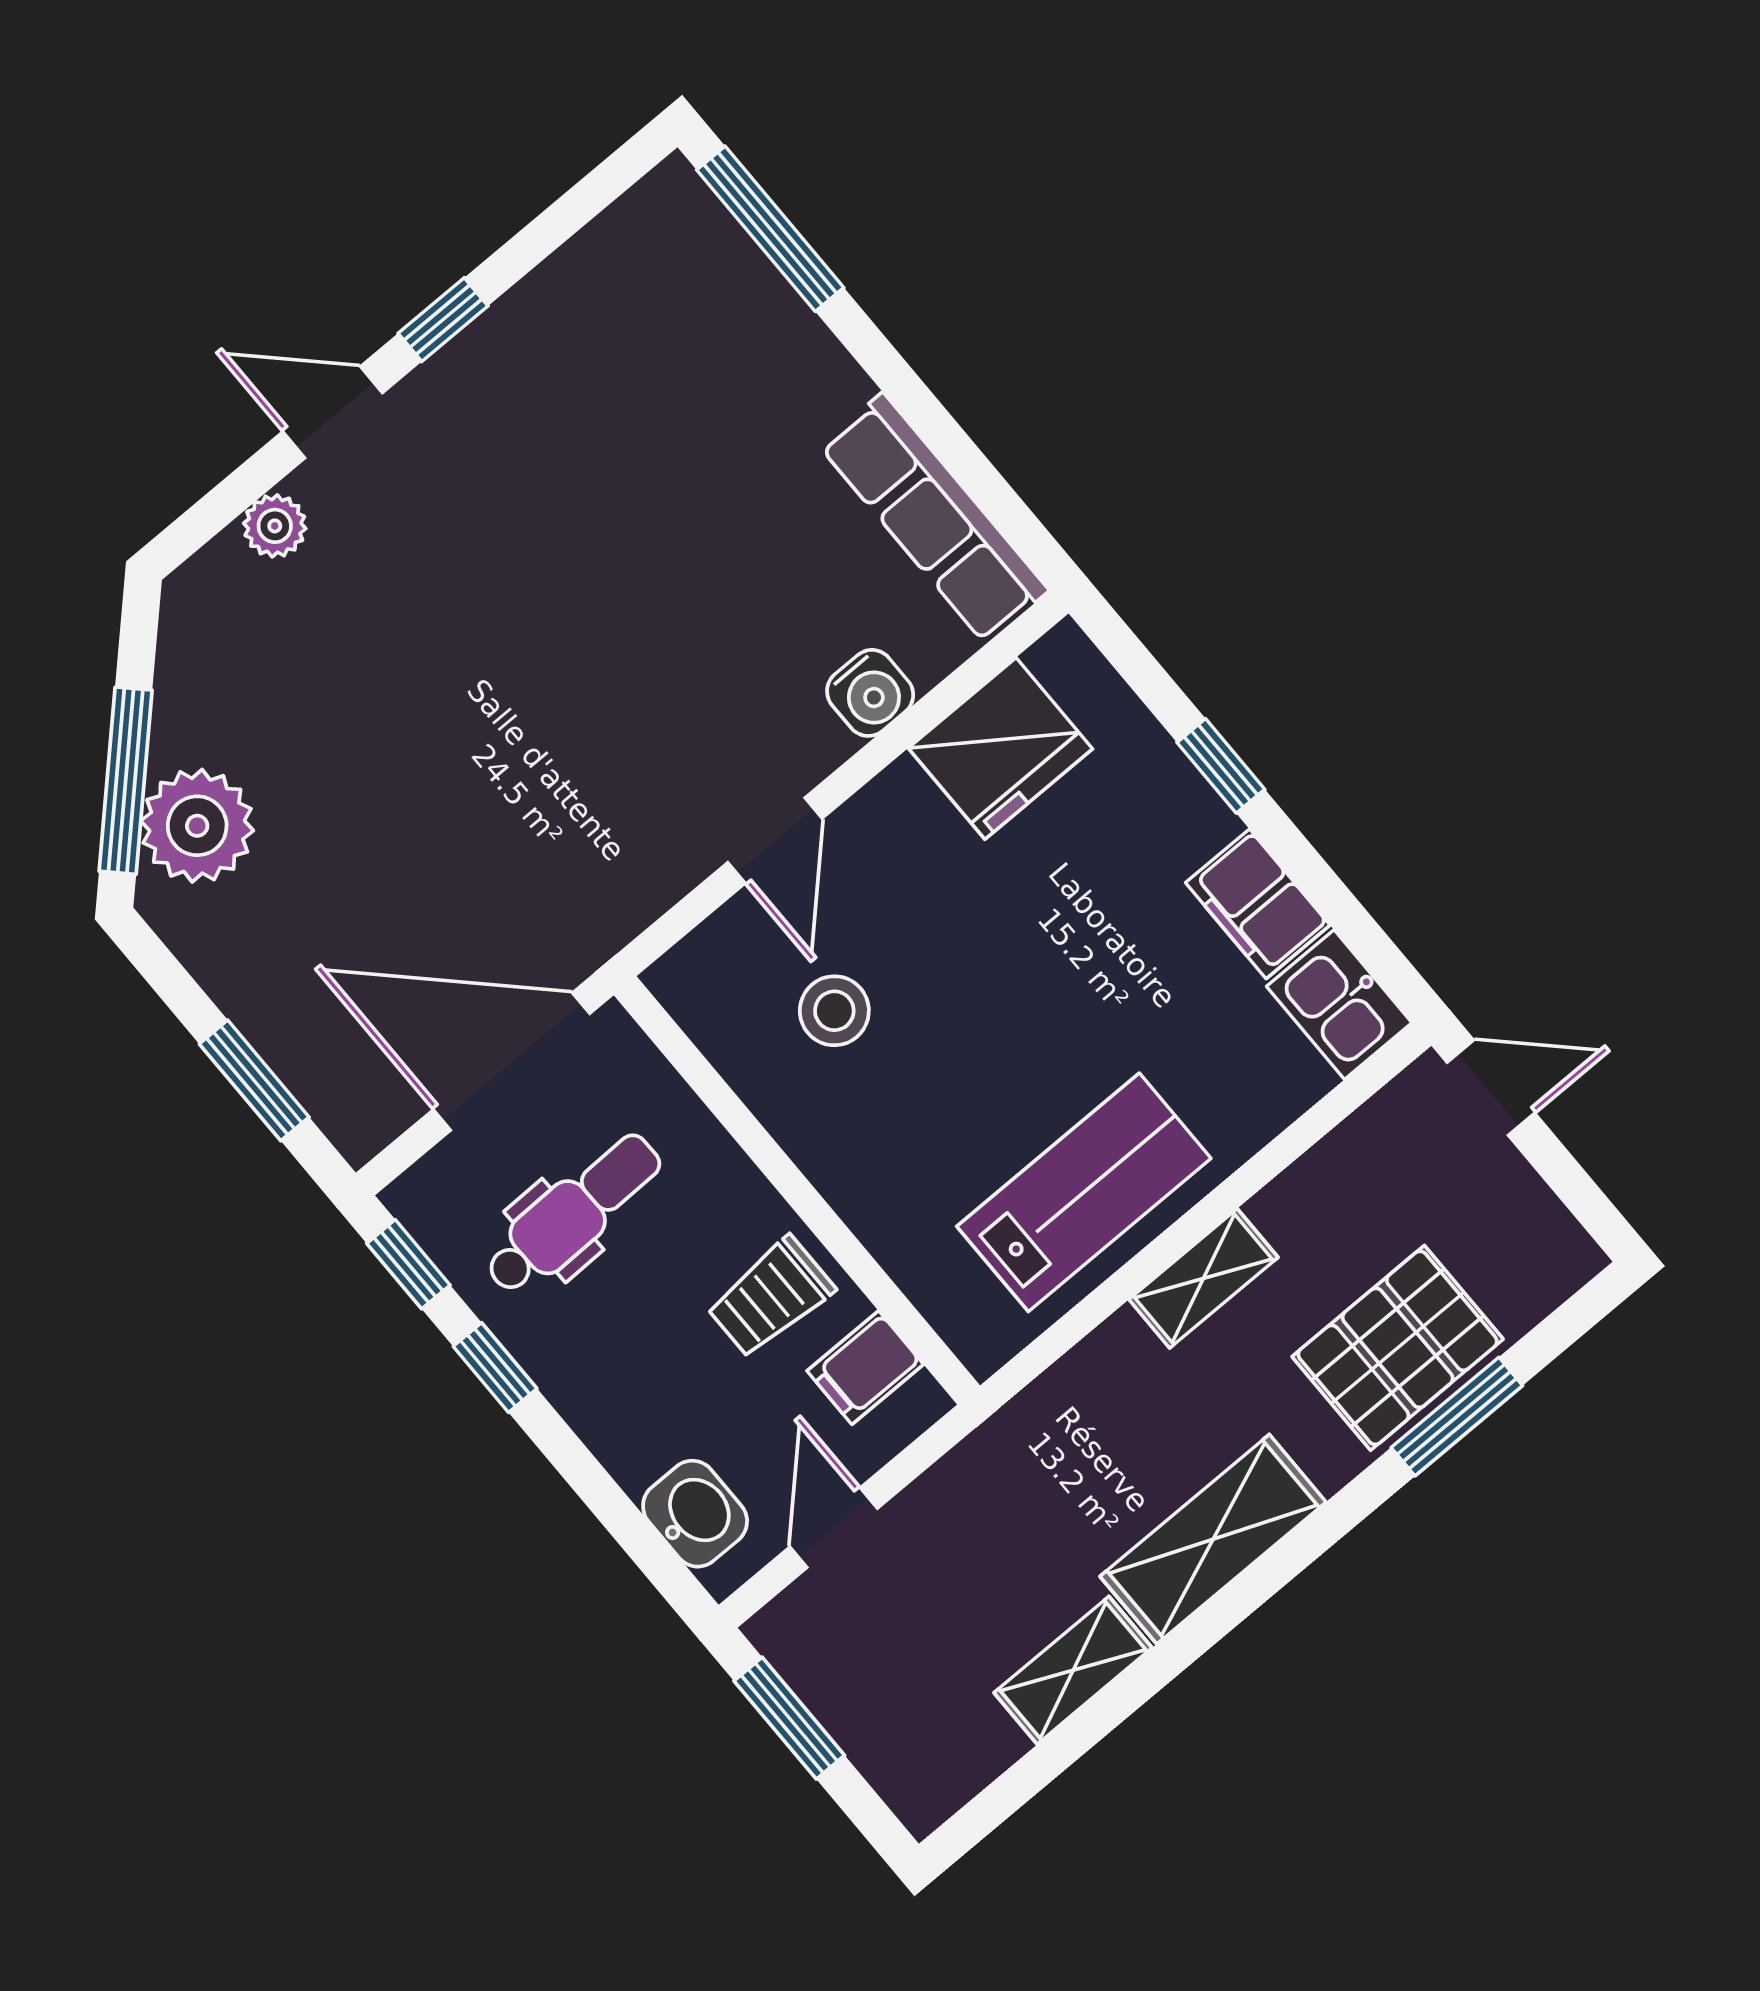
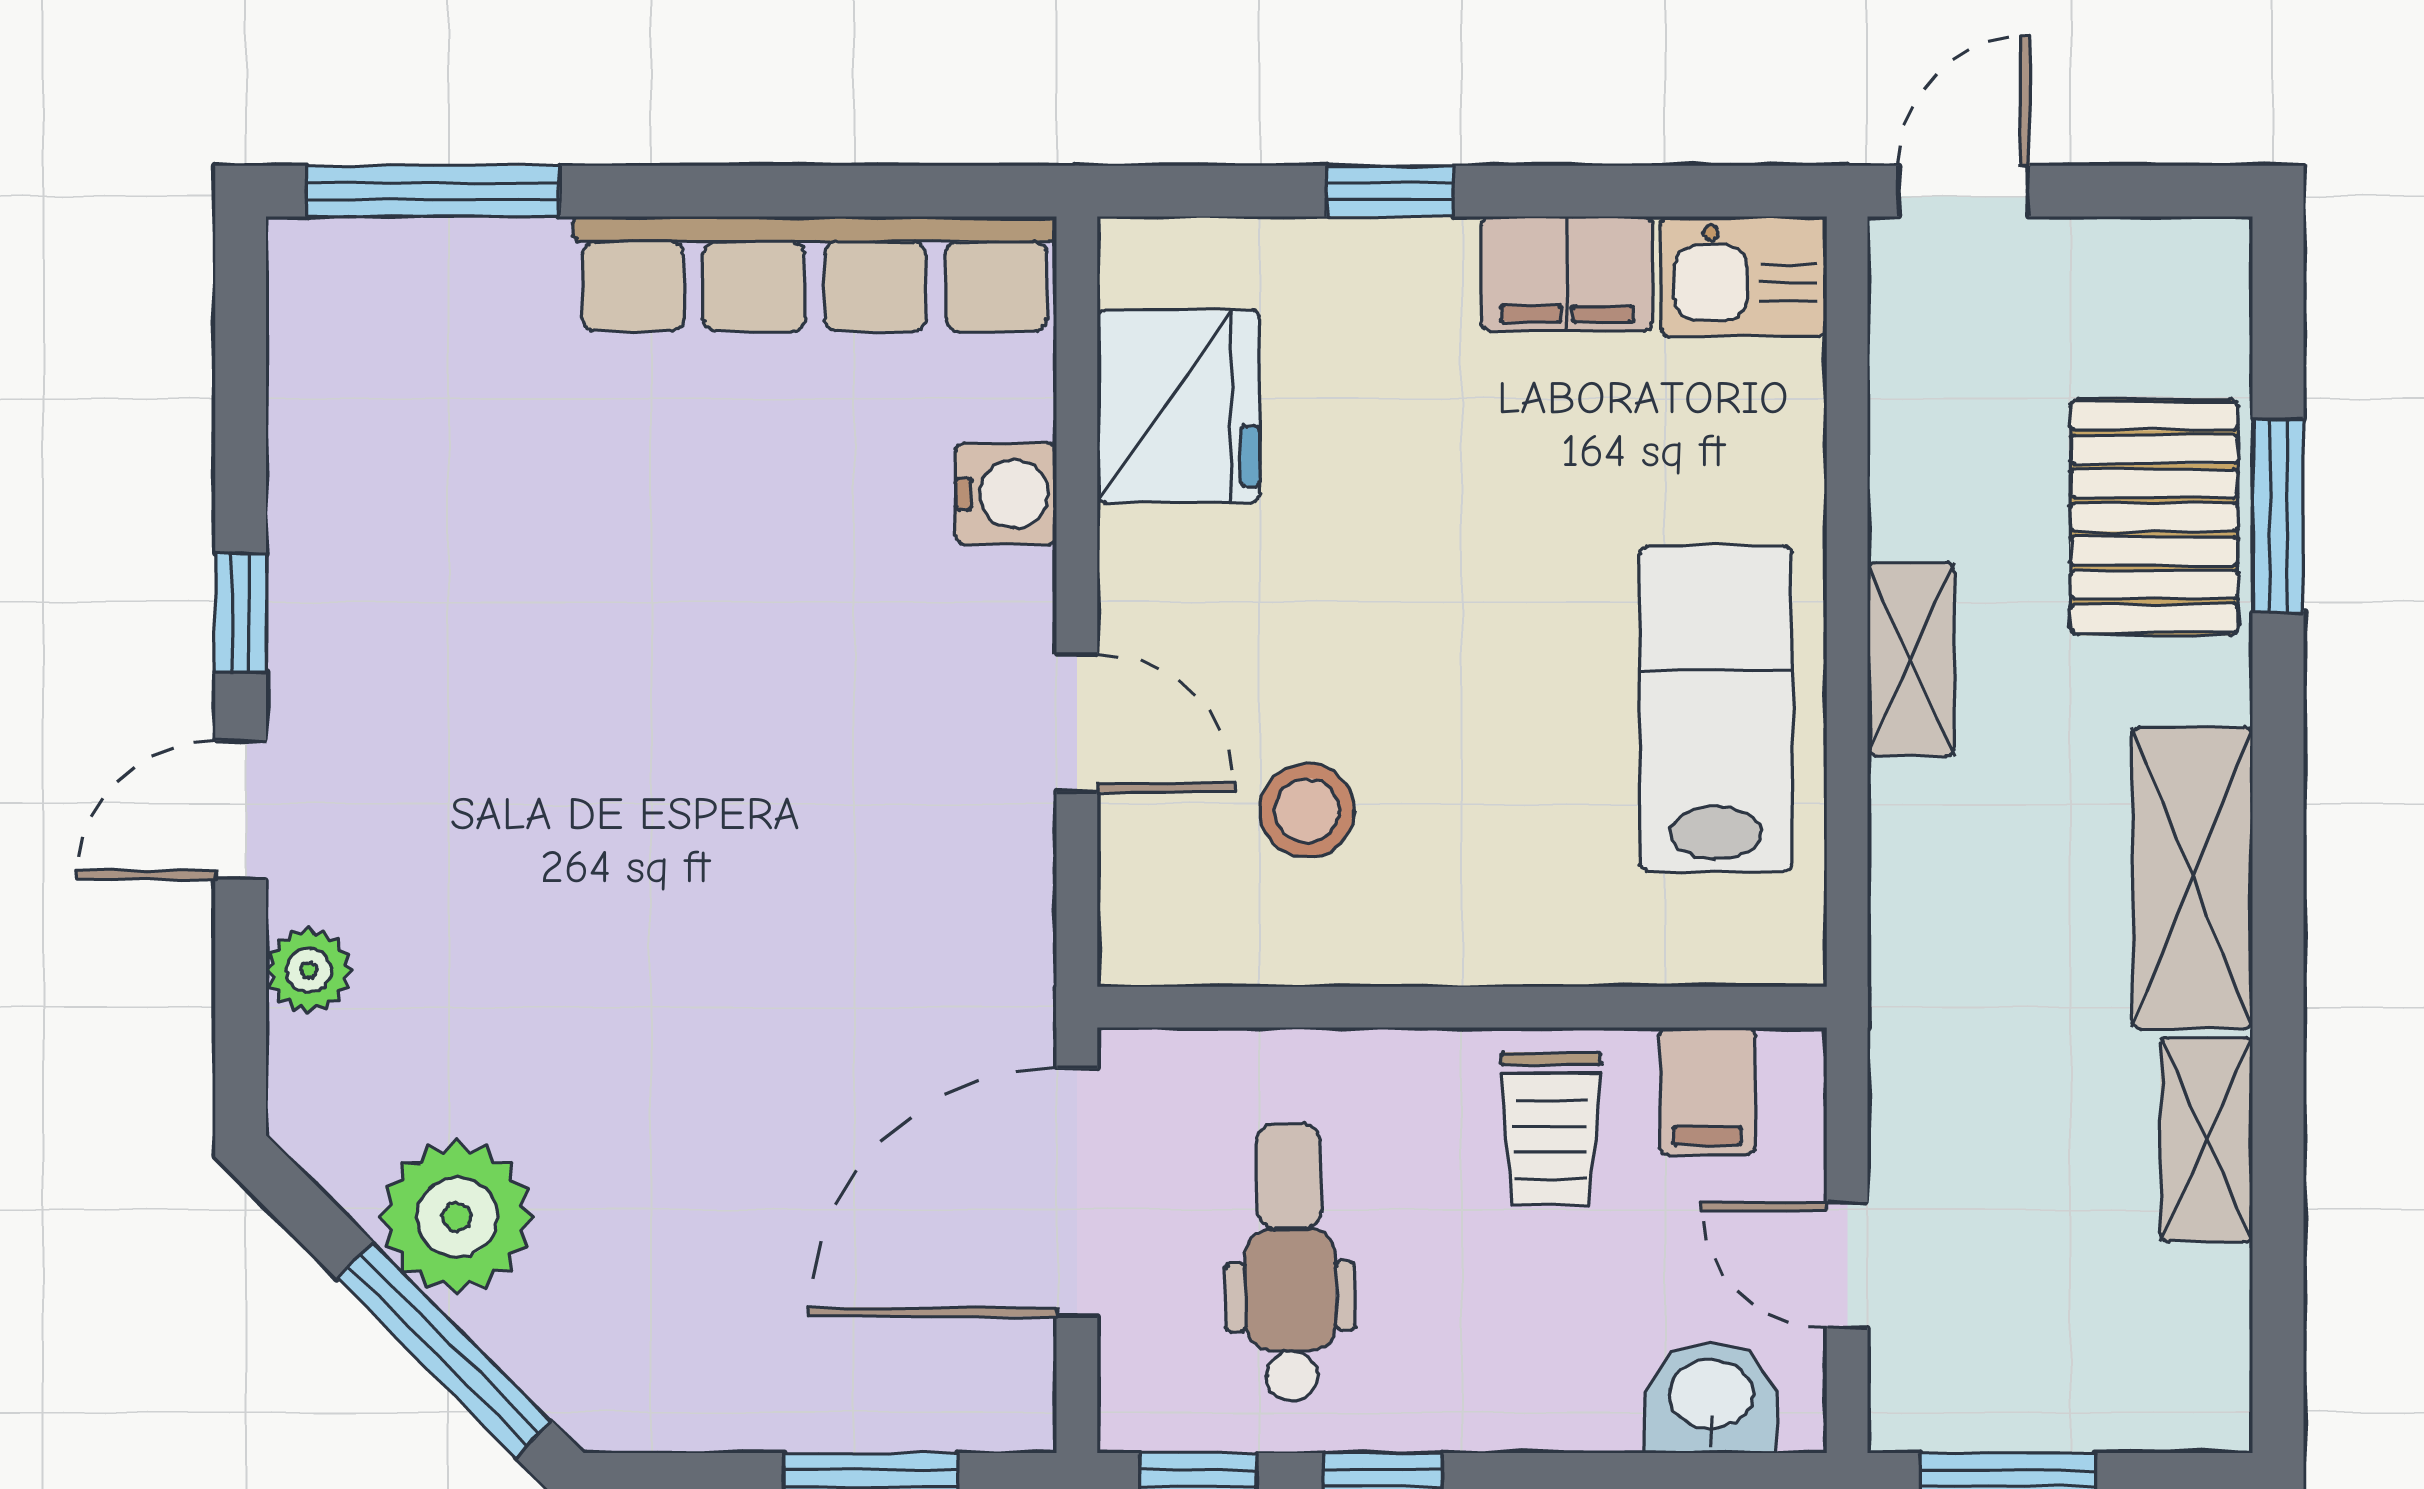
row of seats: (934, 518) -> (815, 274), width x1.36
plant: (197, 826) -> (457, 1217), moved

